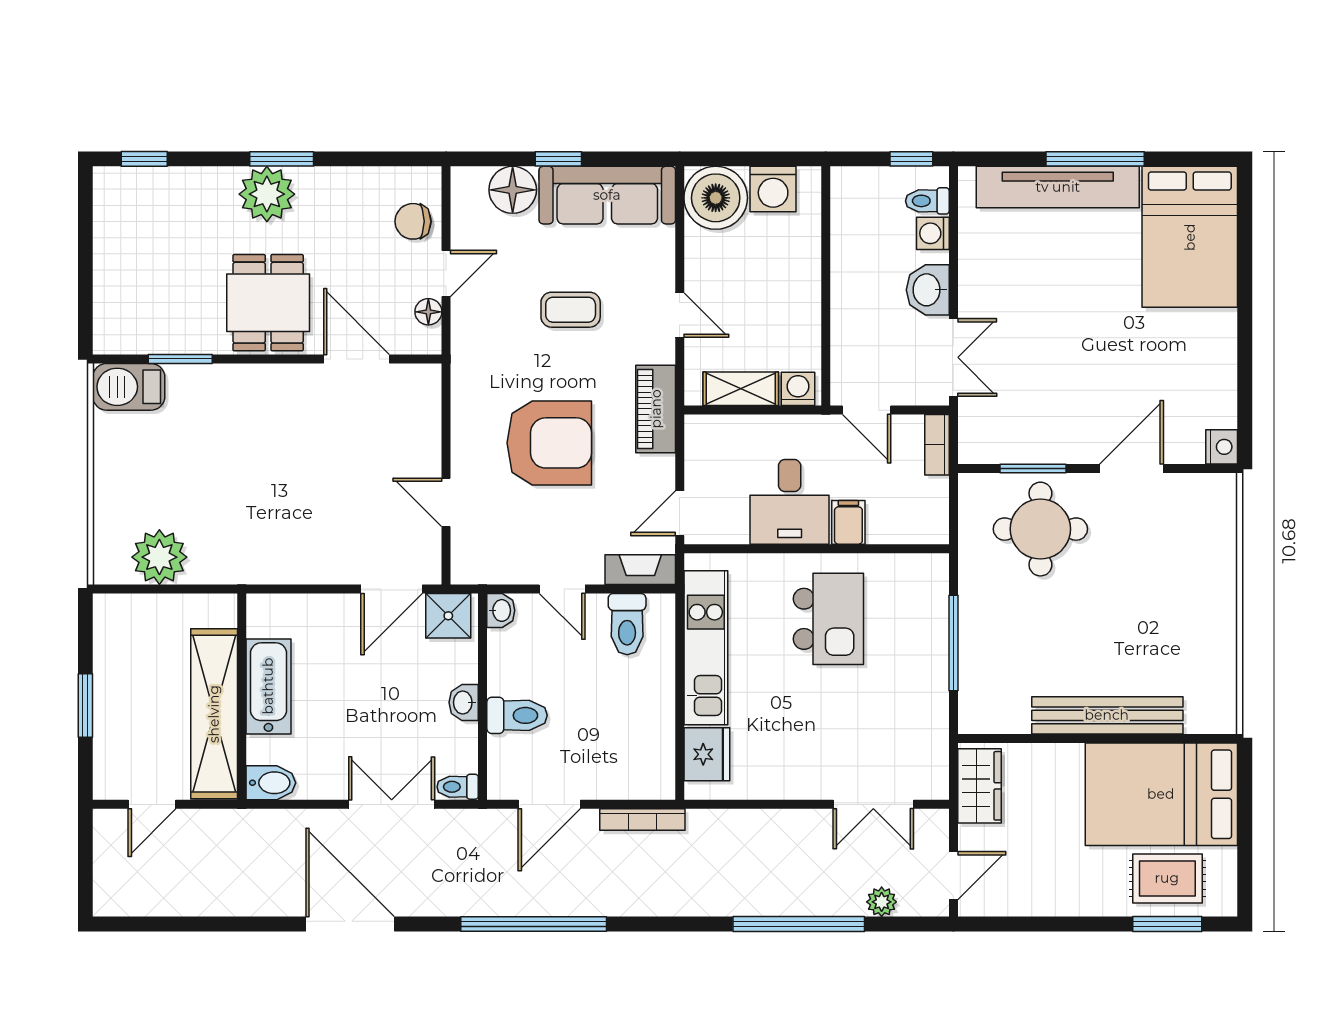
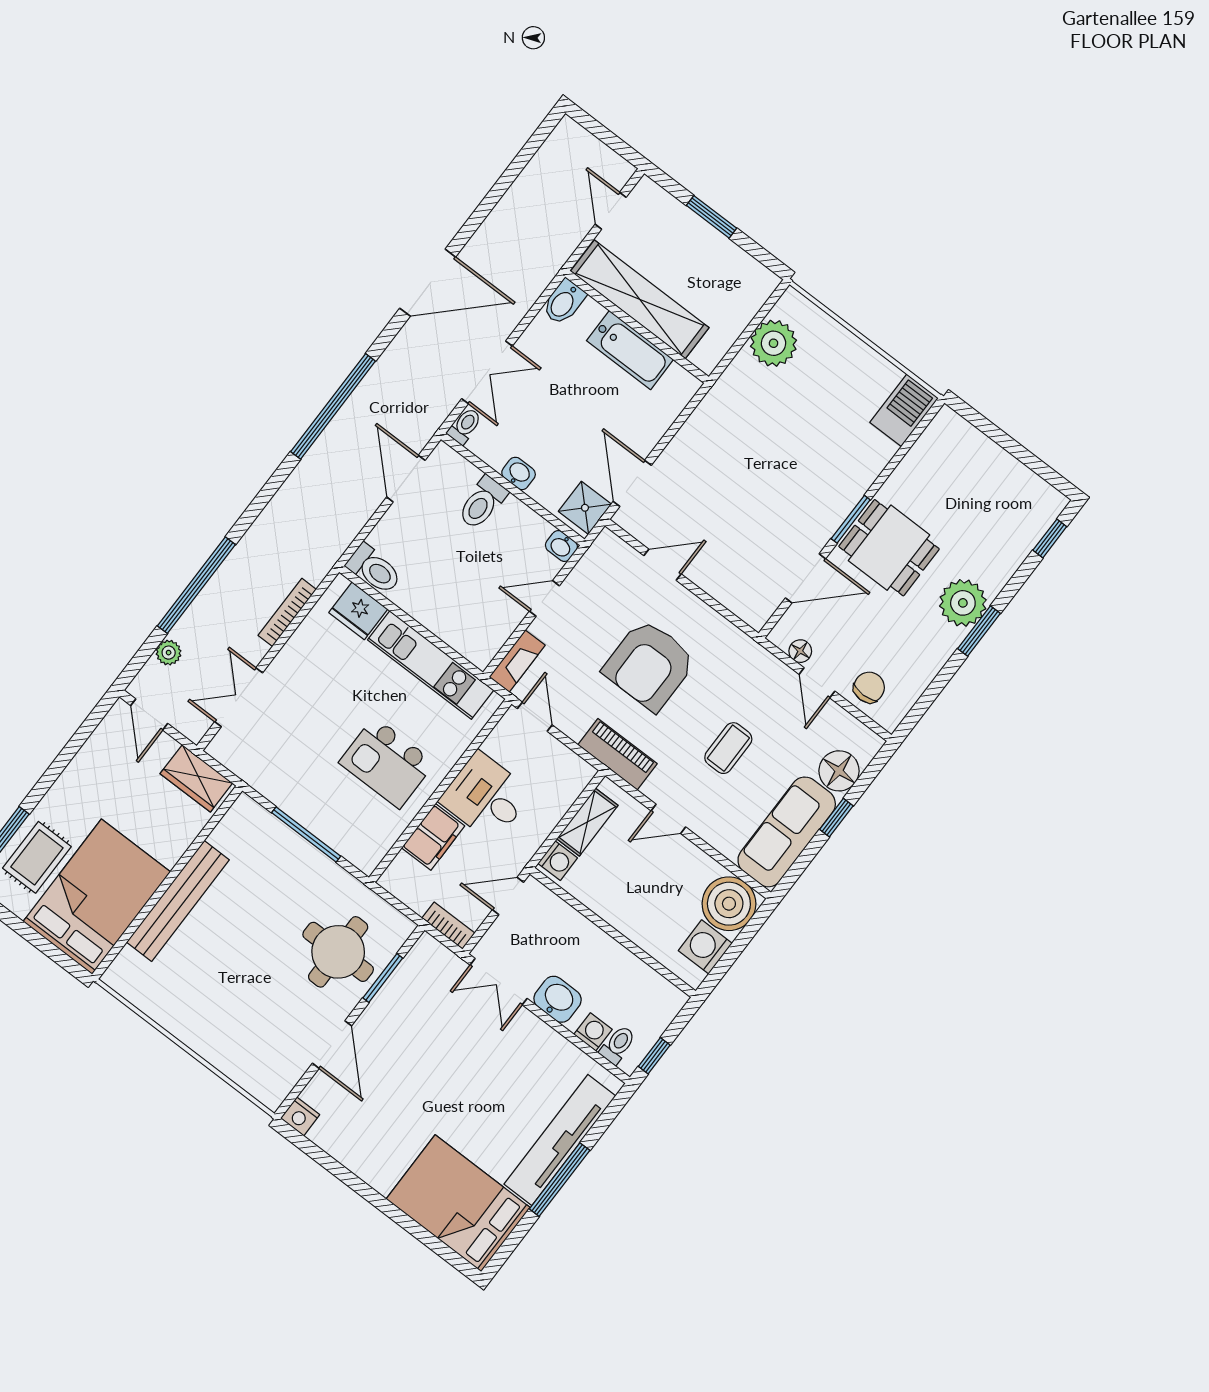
window: (180, 359) -> (851, 519), moved
filing cabinet: (848, 522) -> (433, 837), width x2.00
toilet: (627, 624) -> (374, 569), moved, turned 180
bookcase: (642, 820) -> (287, 612), moved

